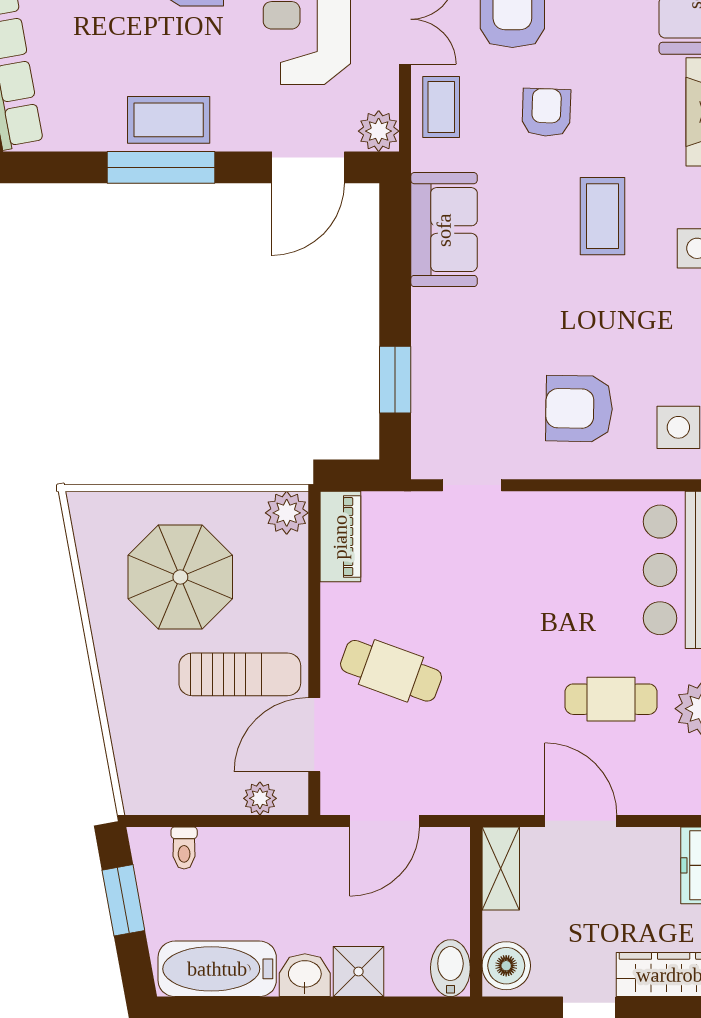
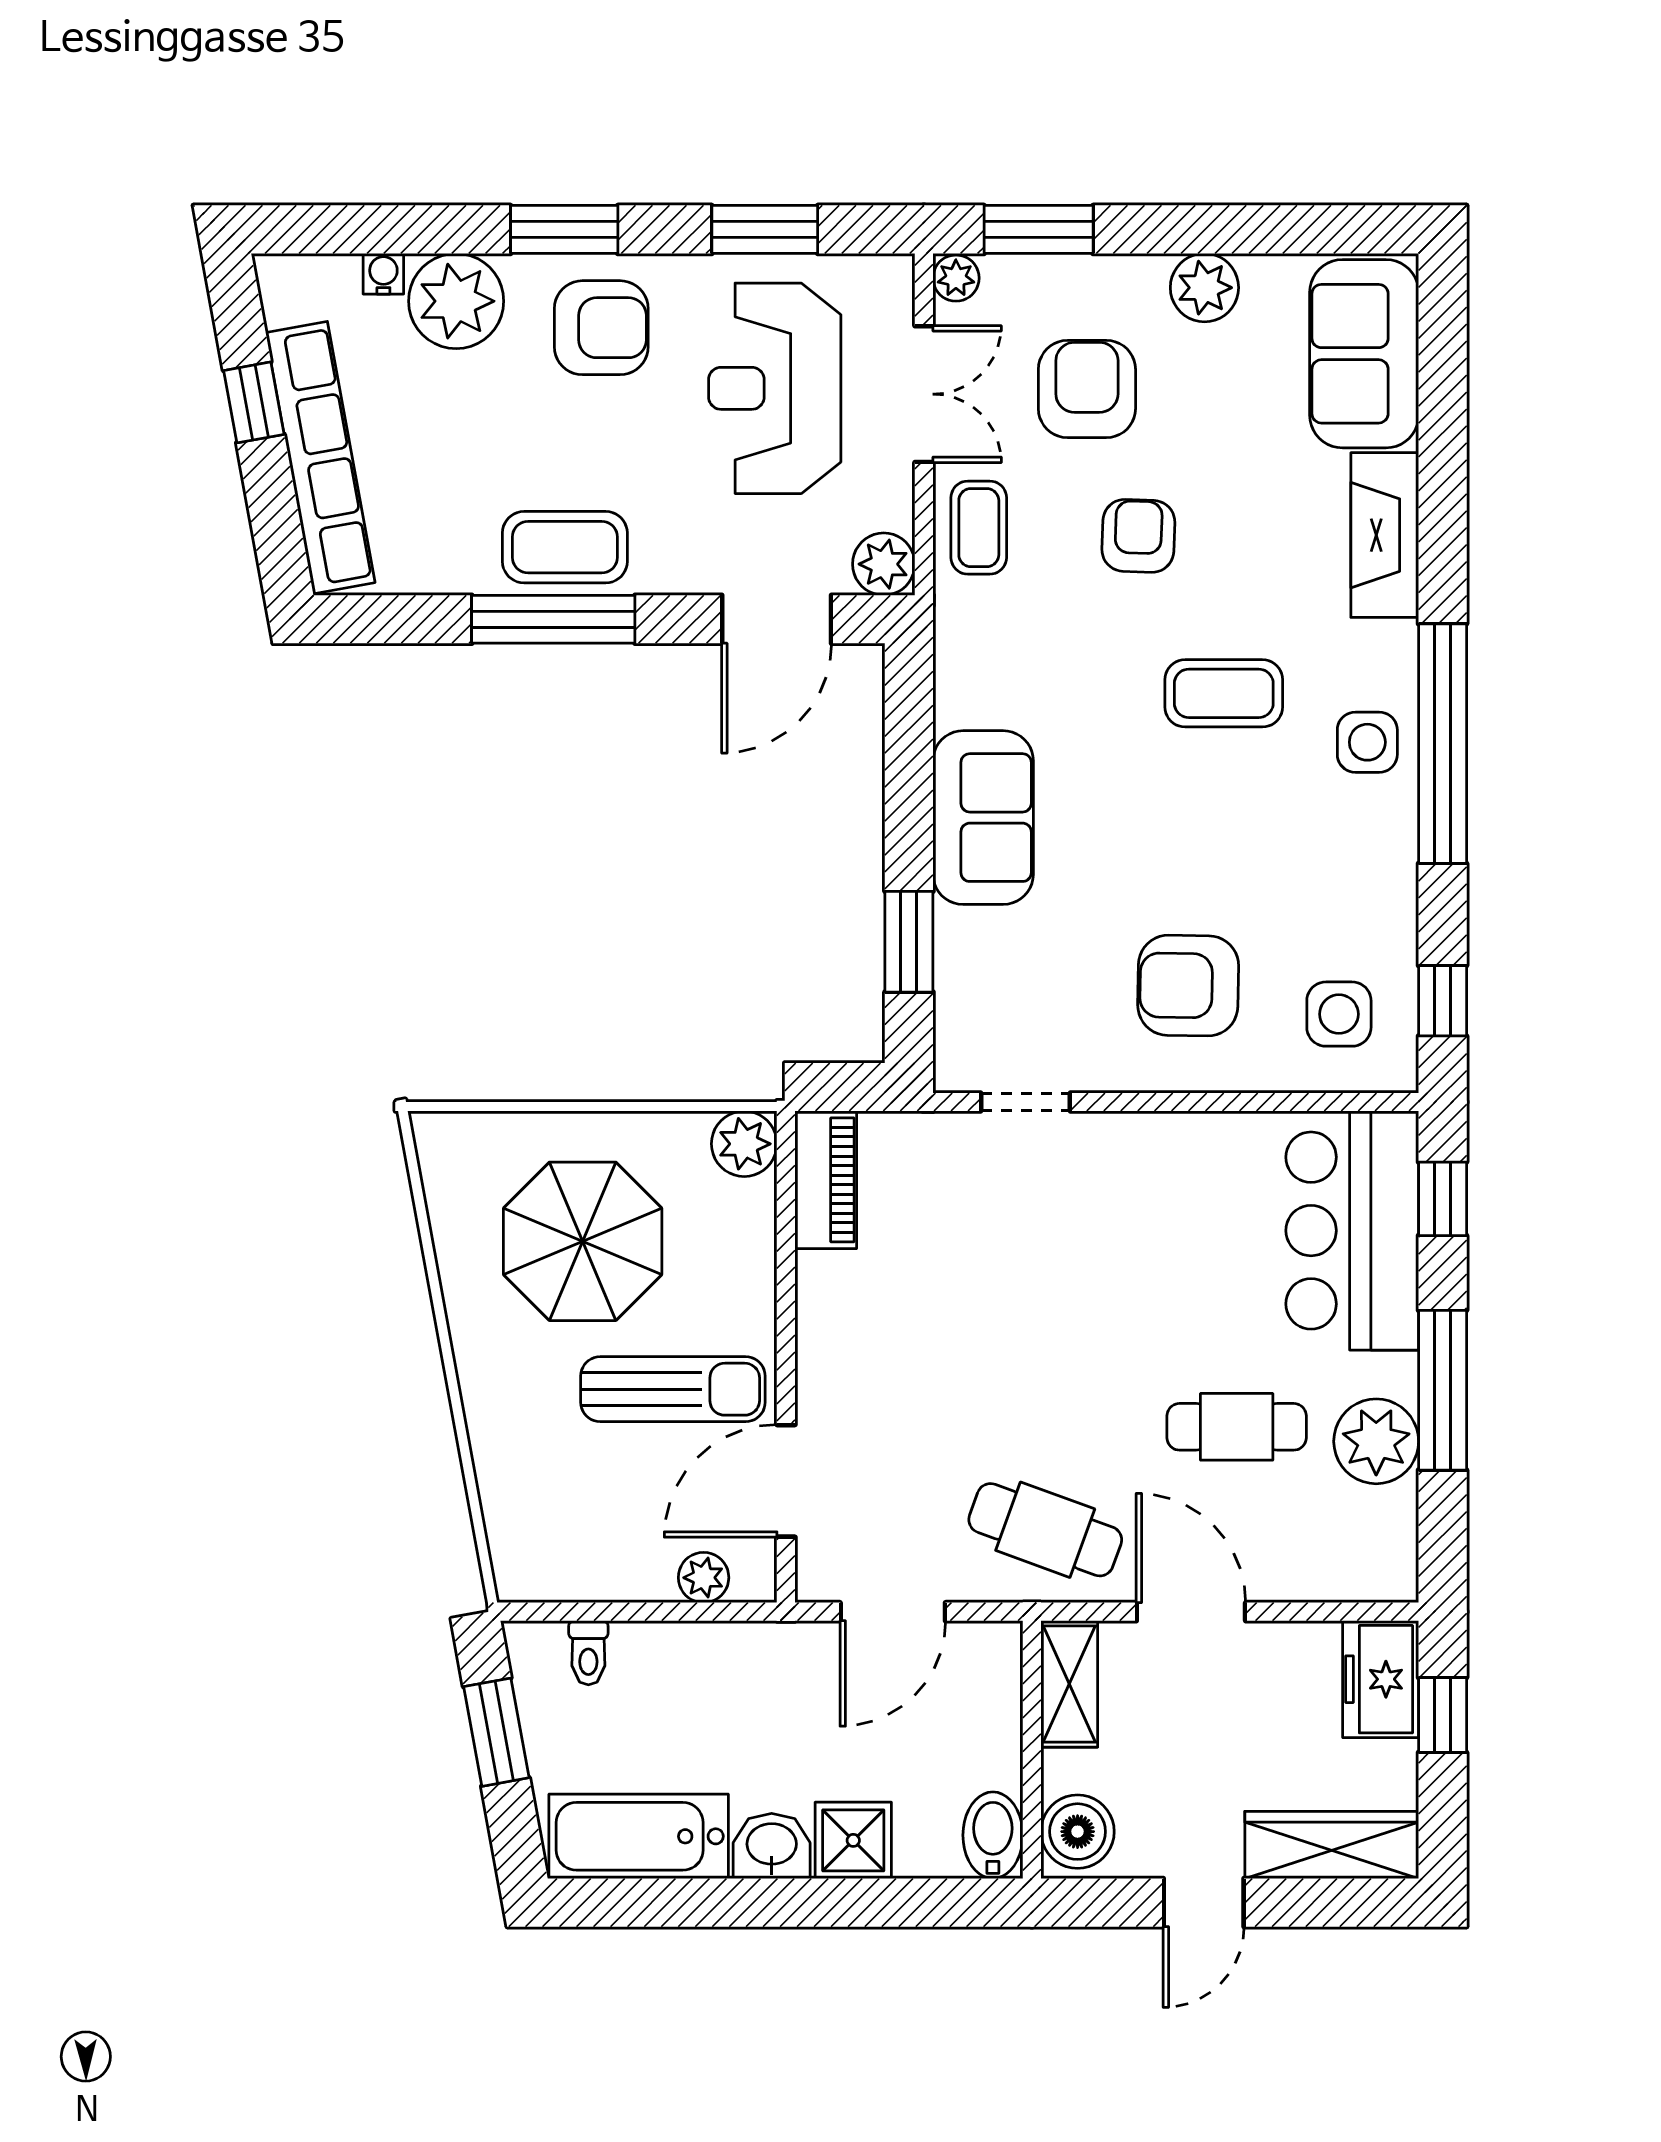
coffee table: (603, 216) -> (1224, 693), turned 90
sofa: (444, 230) -> (983, 818), moved
cafe table: (391, 671) -> (1045, 1530), moved

